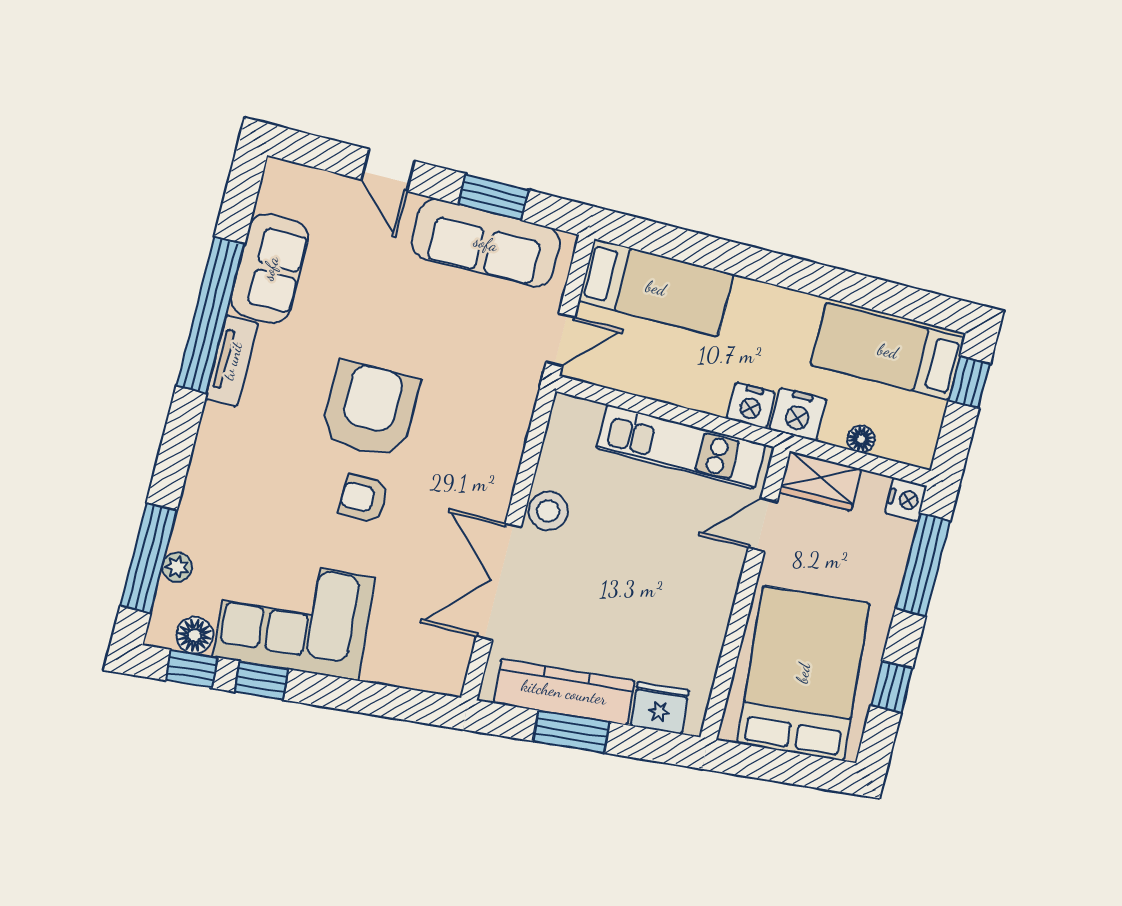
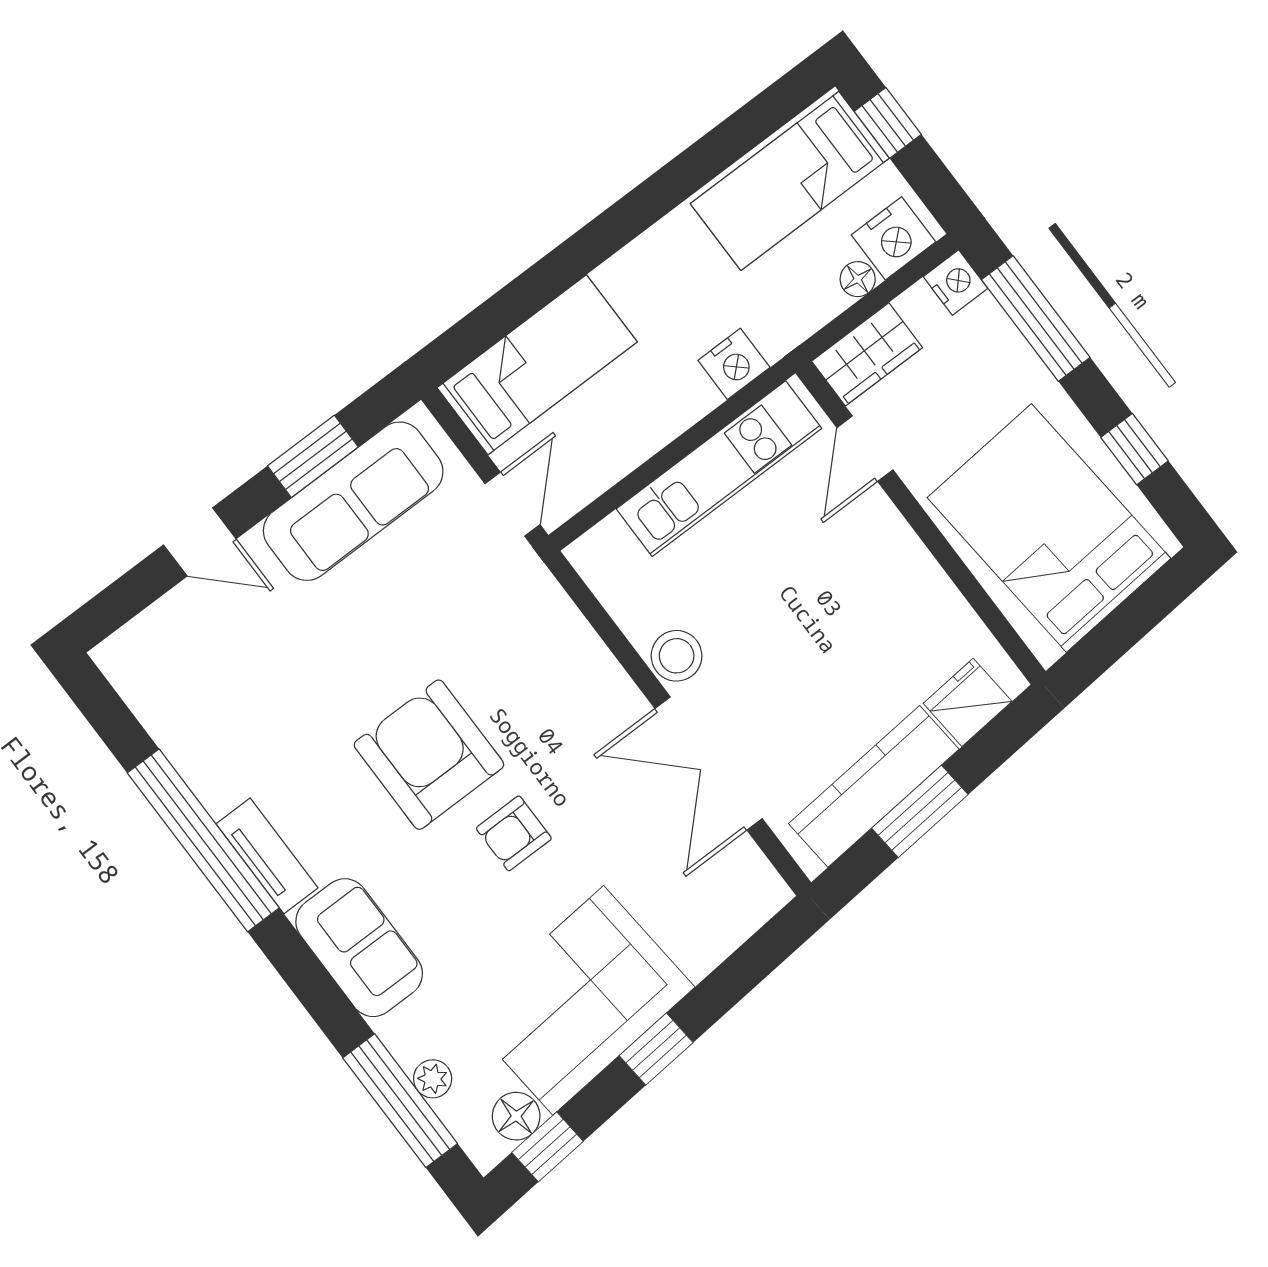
sofa: (270, 268) -> (359, 948), moved
nightstand: (798, 414) -> (894, 238), moved
window: (261, 680) -> (656, 1049), moved

